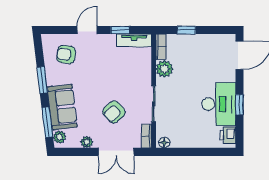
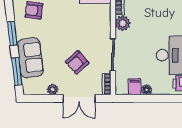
plant: (59, 137) -> (28, 85), removed
filing cabinet: (178, 139) -> (135, 87), added
floor lamp: (164, 143) -> (147, 90), moved

